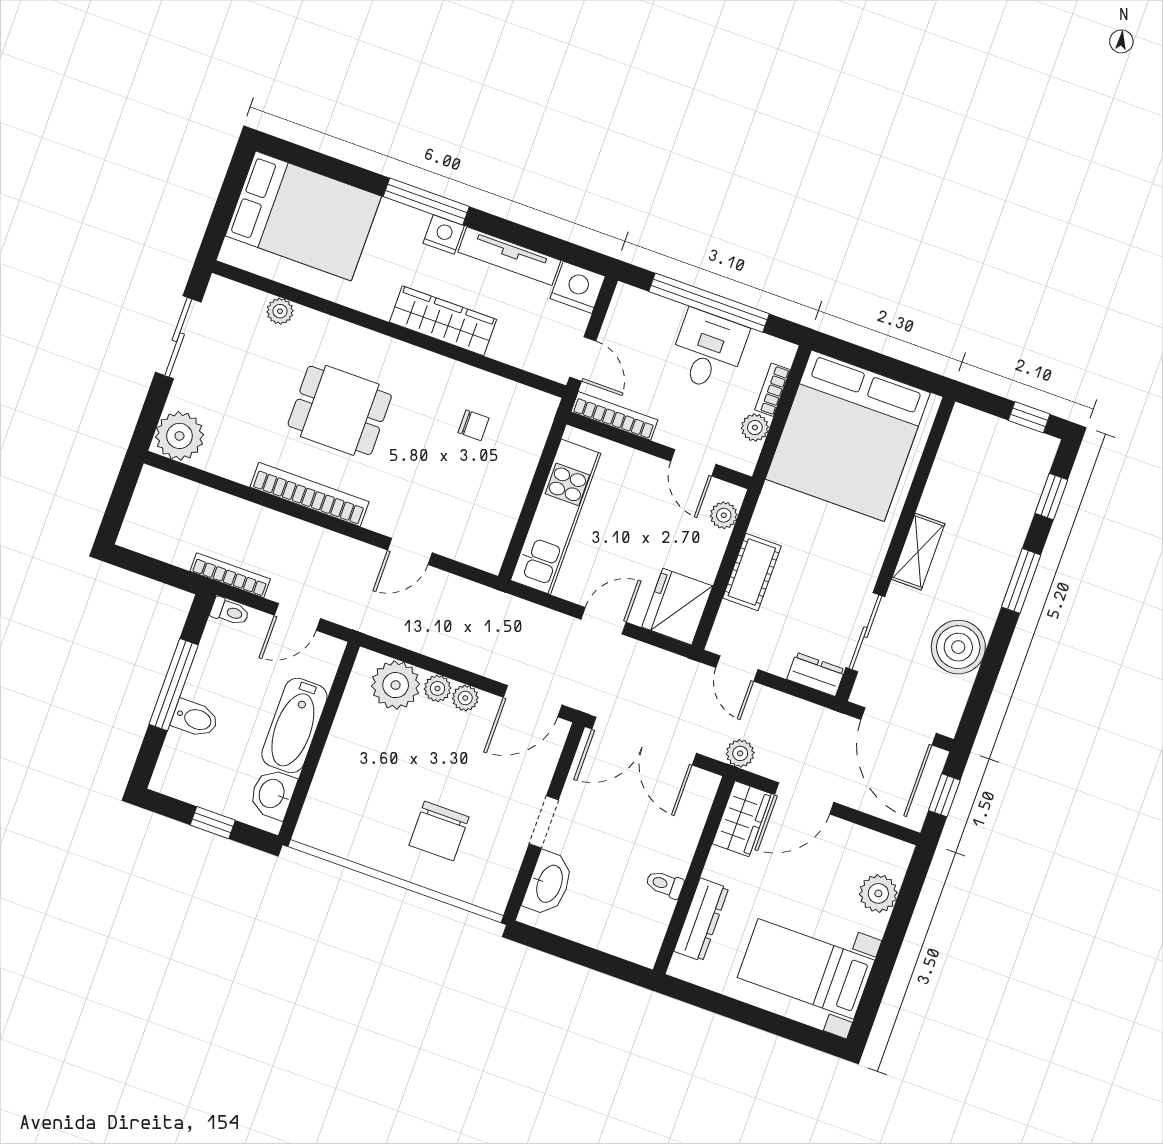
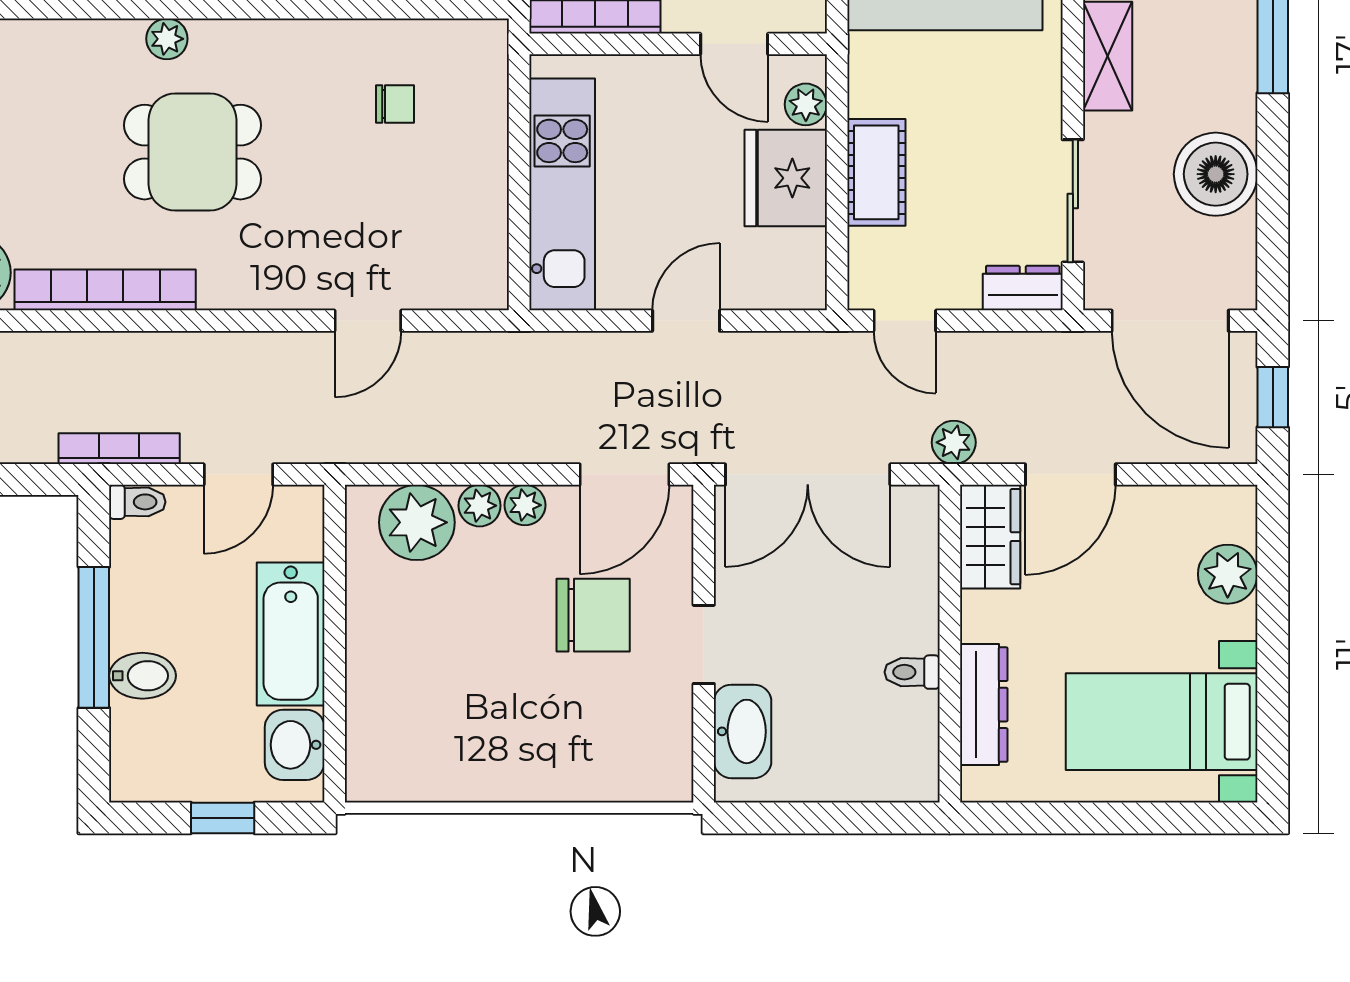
plant: (280, 311) -> (167, 39), moved
bookcase: (310, 494) -> (105, 290), moved
fridge: (677, 607) -> (786, 178), moved
chair: (439, 831) -> (593, 615), moved, turned -90

